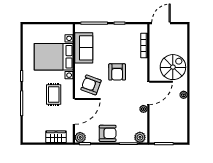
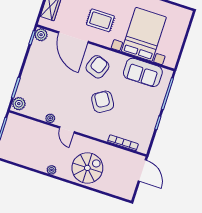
spiral stairs: (173, 67) -> (87, 168), turned -90
armchair: (117, 72) -> (103, 102), turned 58
door: (148, 93) -> (67, 130), width x0.53
armchair: (108, 133) -> (35, 68), removed

